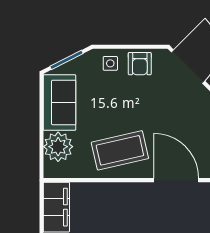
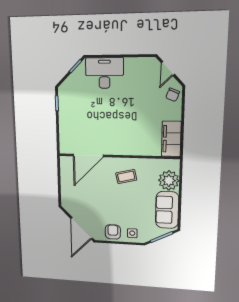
coffee table: (120, 150) -> (126, 177), width x0.54, depth x0.58
door: (176, 180) -> (88, 155), hinge flipped

